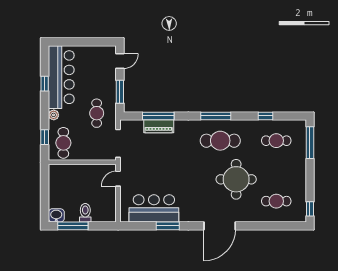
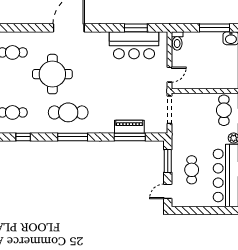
cafe table: (97, 113) -> (192, 170), moved
toilet: (85, 213) -> (177, 41), moved
window: (168, 226) -> (136, 28), moved

